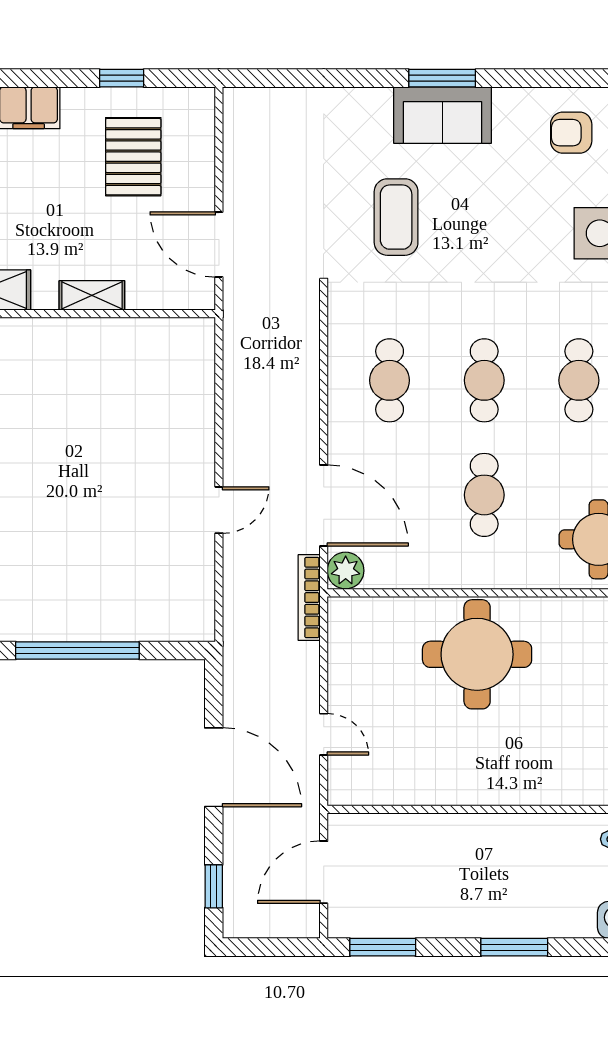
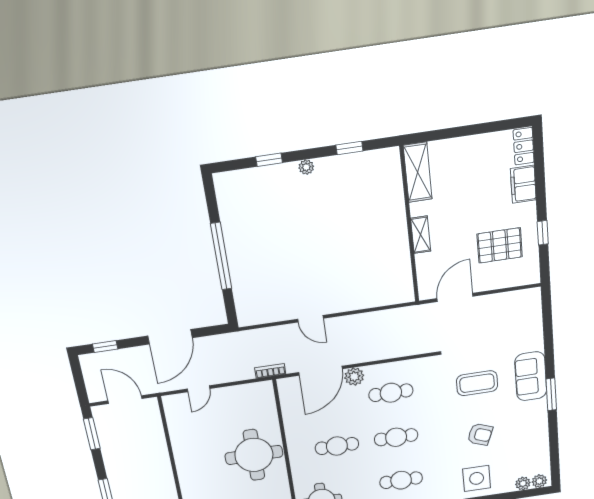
sofa: (443, 115) -> (531, 376), moved
armchair: (571, 133) -> (480, 434), moved, turned 111
plant: (346, 571) -> (354, 377), moved
bookcase: (309, 598) -> (270, 371), width x0.64

